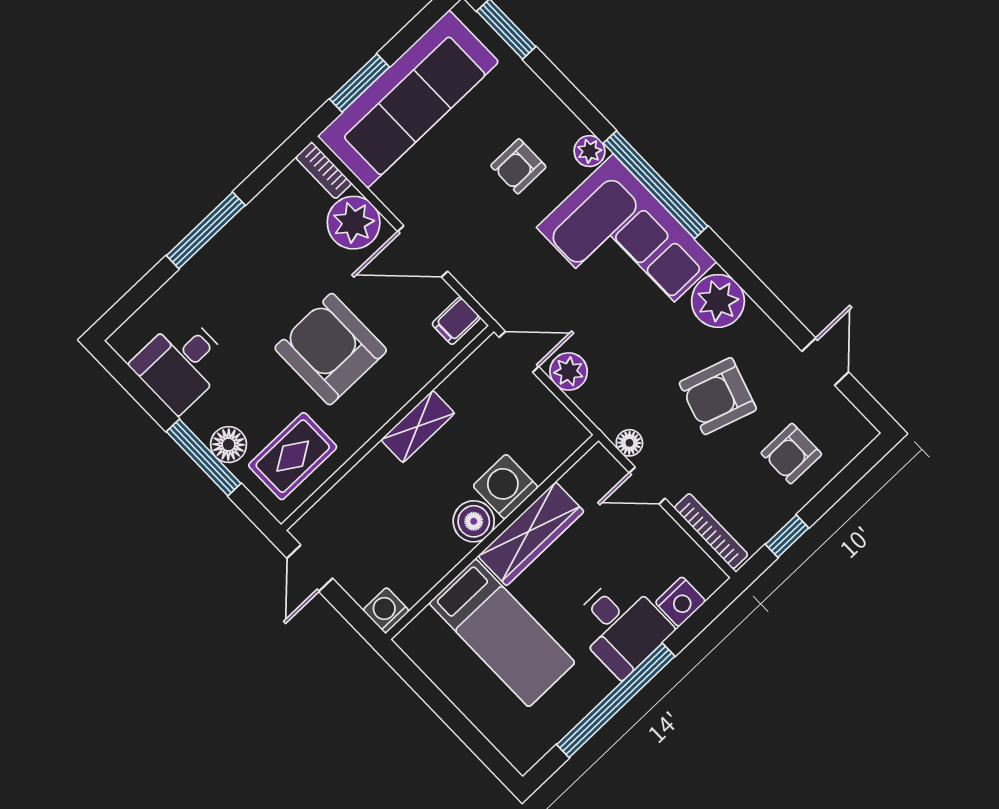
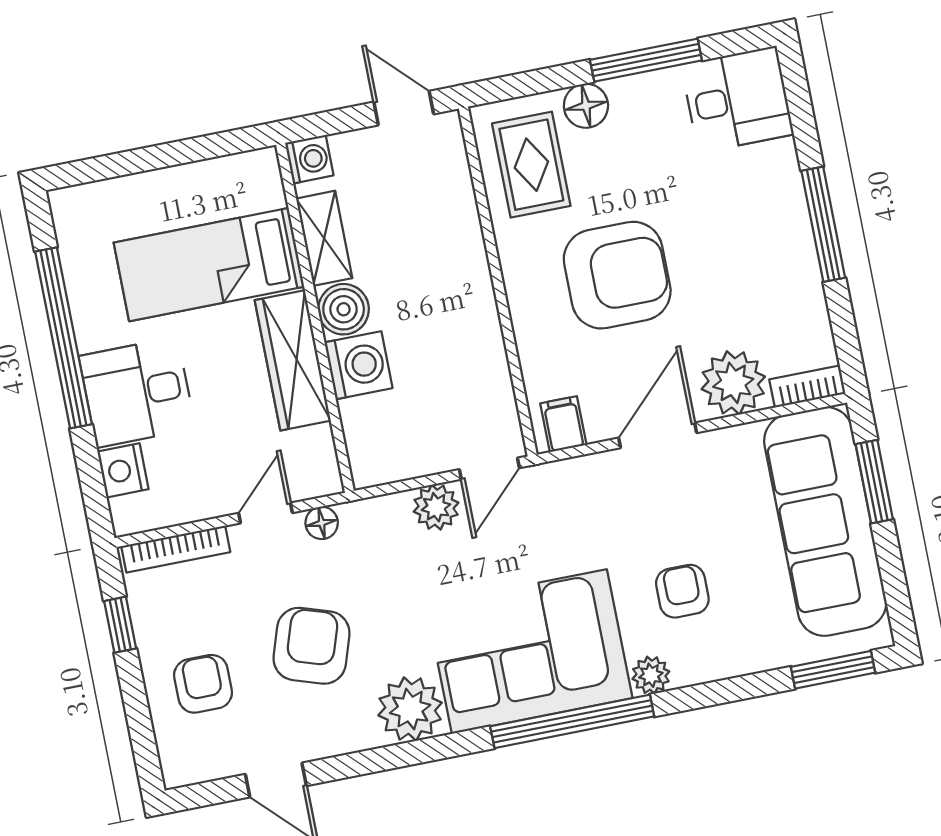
desk: (181, 364) -> (737, 99), moved, turned 90
shelving: (418, 426) -> (324, 238), moved
window: (204, 457) -> (646, 60), moved

